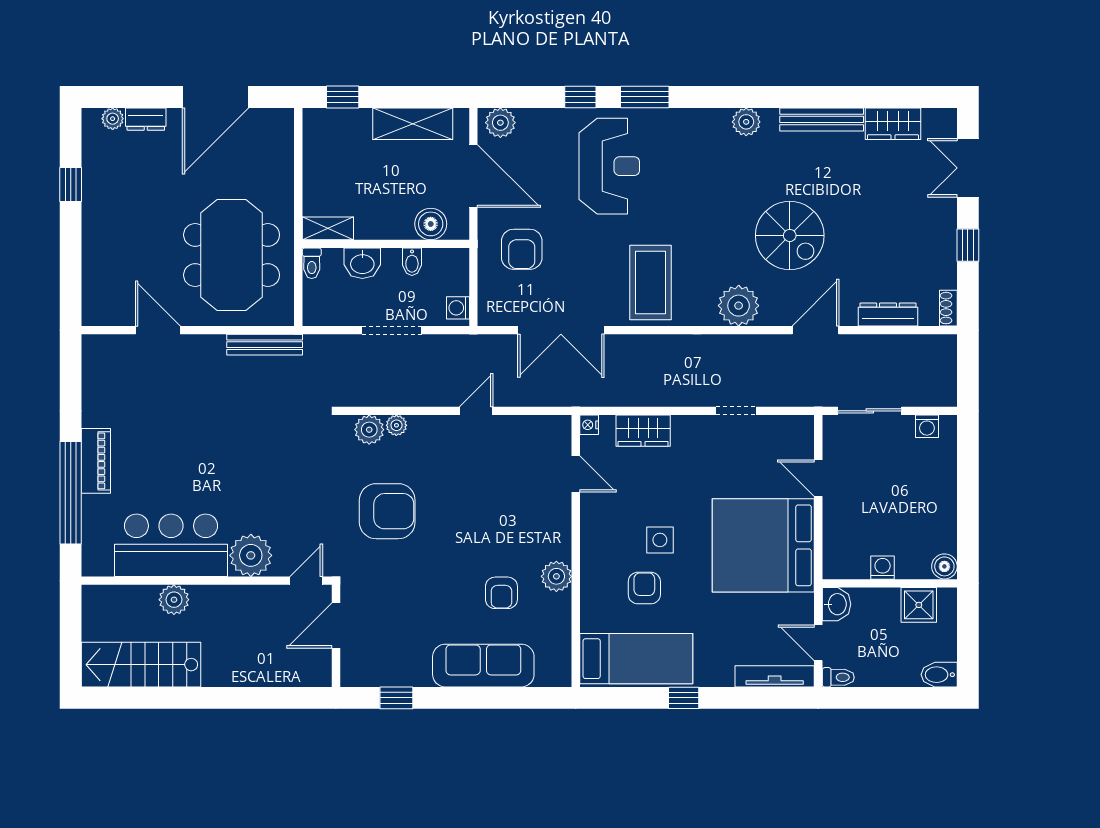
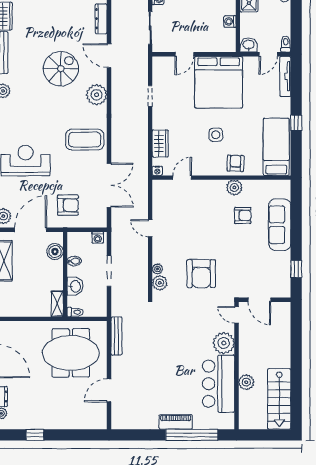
armchair: (387, 511) -> (201, 274), turned 180
armchair: (644, 588) -> (235, 163), moved, turned 92

